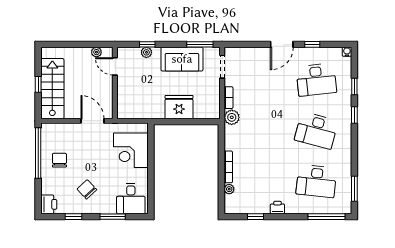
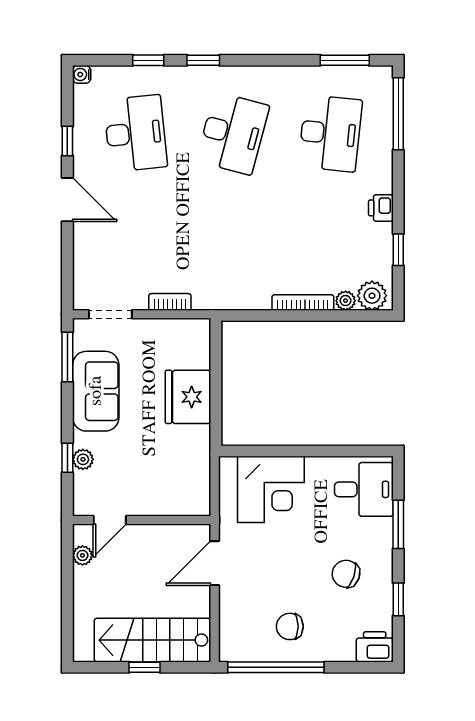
plant: (232, 117) -> (372, 296), moved
chair: (87, 189) -> (346, 574), turned 62

